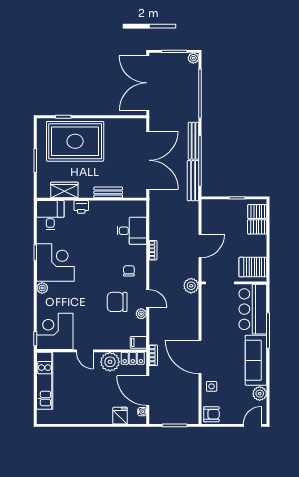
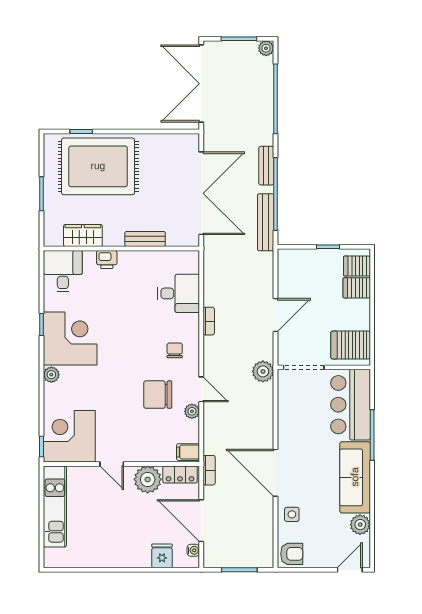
bench: (194, 141) -> (266, 166), width x0.73

